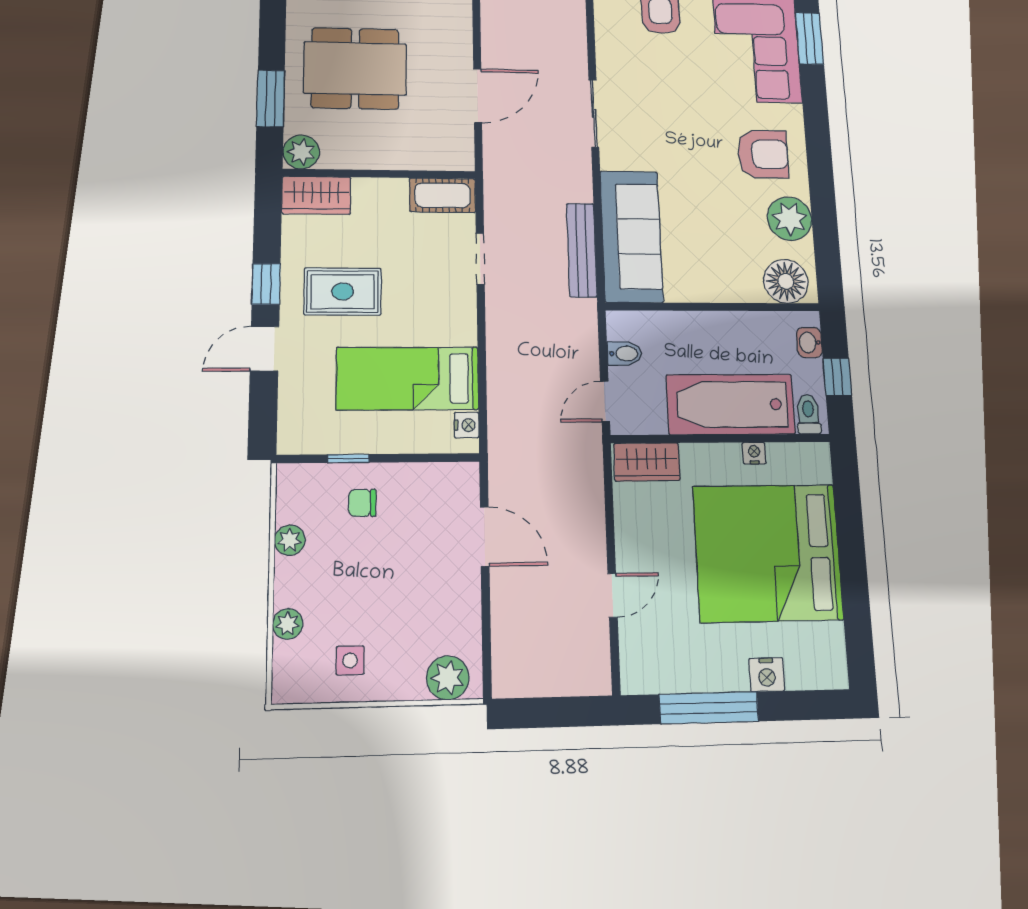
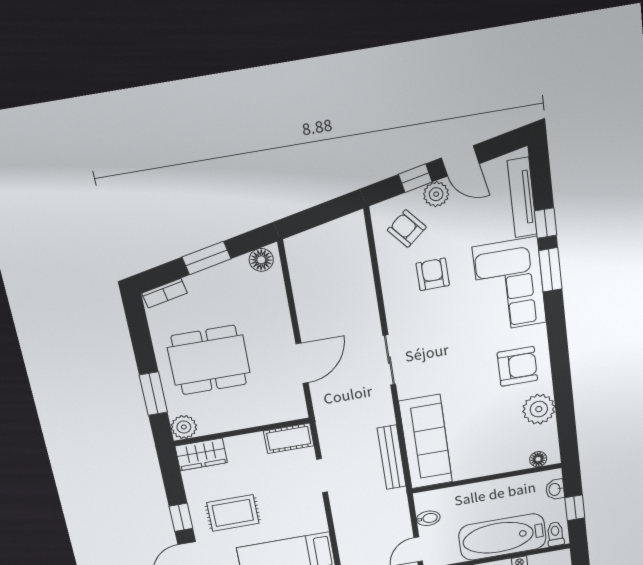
floor lamp: (786, 281) -> (538, 459), width x0.53, depth x0.53

